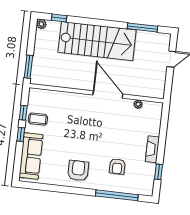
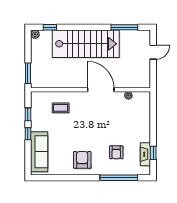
coffee table: (38, 119) -> (61, 108), moved
fireplace: (152, 149) -> (145, 154), moved

